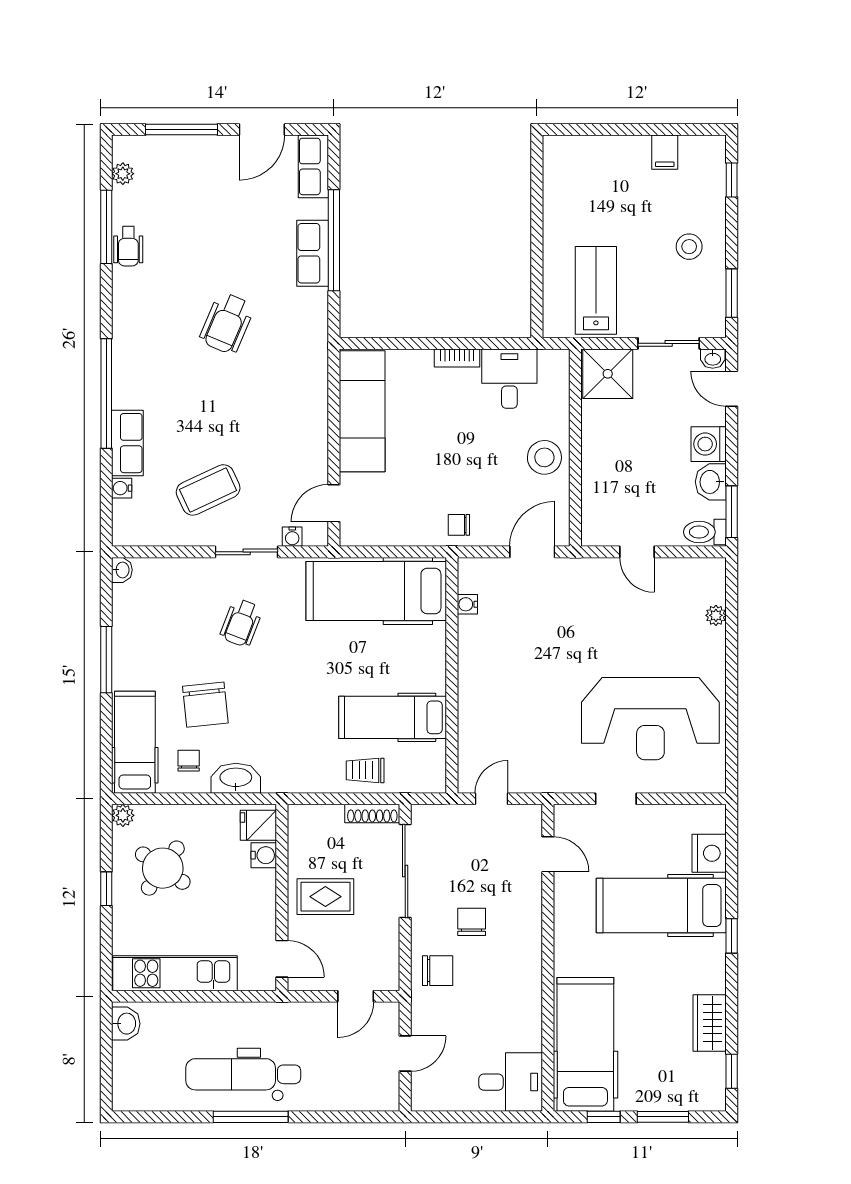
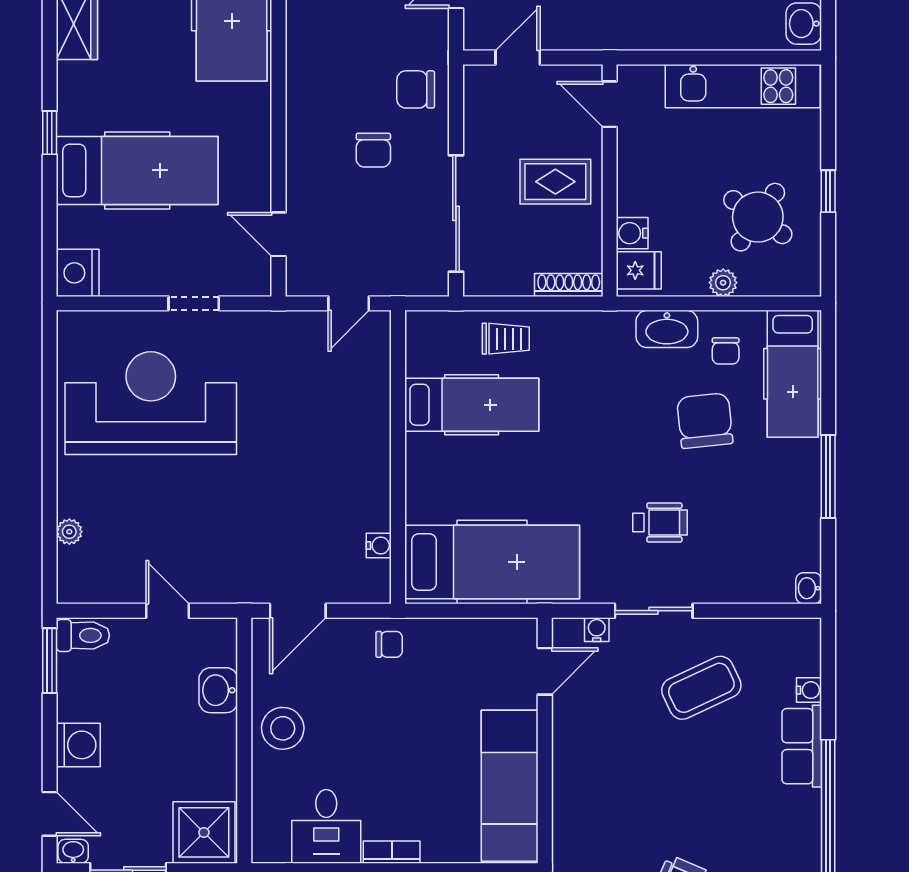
washbasin: (711, 482) -> (218, 690), moved, turned 180
wheelchair: (241, 623) -> (660, 523), turned 69
shoe rack: (372, 814) -> (569, 285), moved
plant: (123, 815) -> (723, 283), moved
nightstand: (709, 853) -> (78, 273), moved

